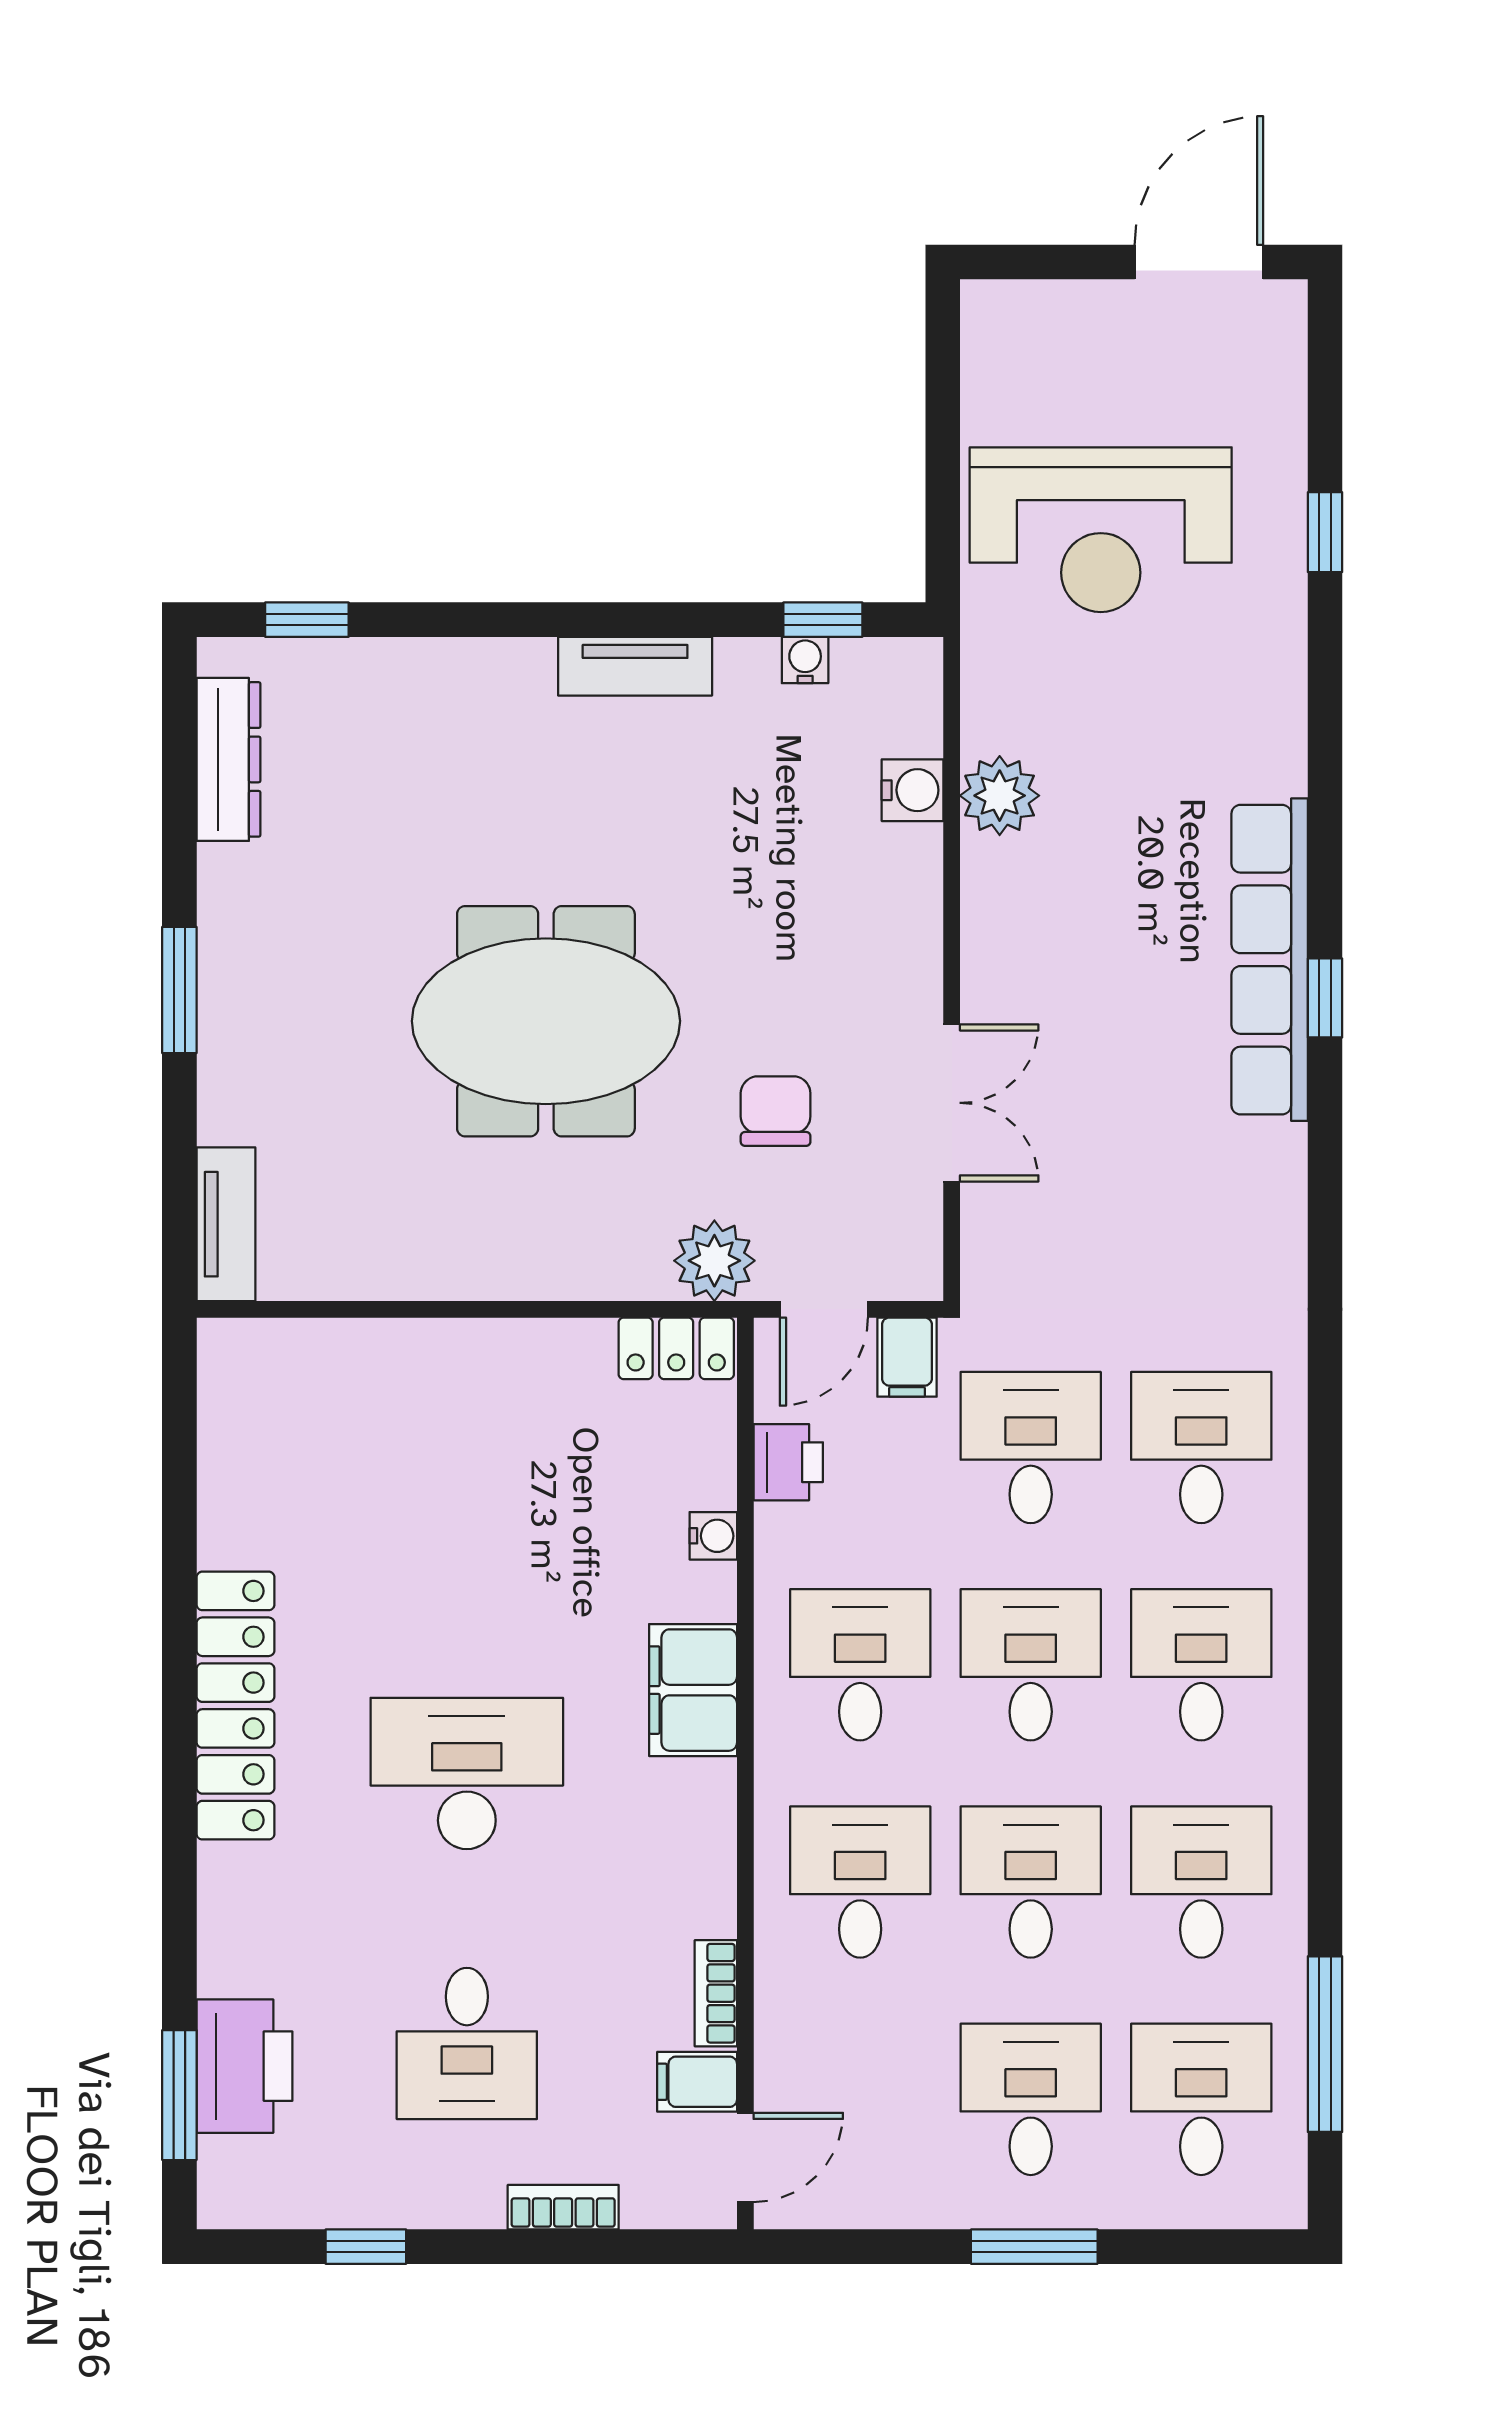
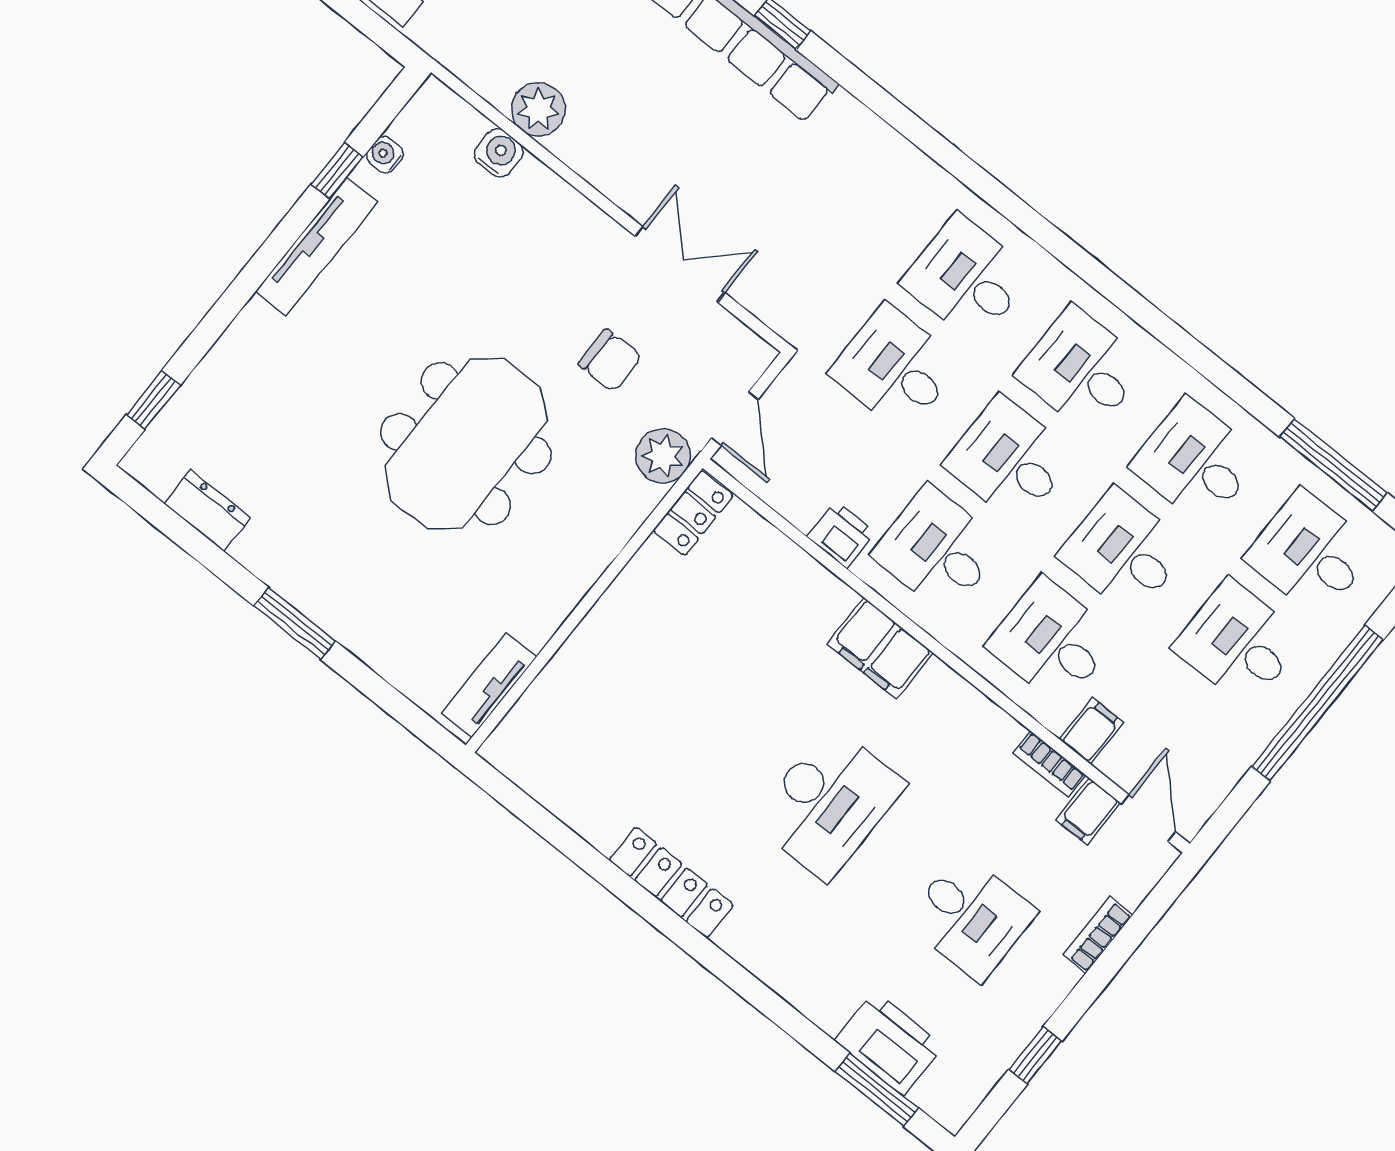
window: (823, 620) -> (337, 171), moved
tv unit: (635, 666) -> (316, 247), width x1.41
dresser: (228, 759) -> (207, 511), width x0.70
chair: (776, 1111) -> (610, 361), turned 180
tv unit: (226, 1224) -> (489, 685), moved, turned -90
filing cabinet: (907, 1357) -> (1091, 731), moved, turned -90
printer: (788, 1462) -> (841, 535), moved
water cooler: (713, 1536) -> (808, 573), removed
locker: (236, 1706) -> (671, 882), width x0.71, depth x0.83
desk: (467, 1773) -> (829, 803), turned 180
window: (1034, 2247) -> (1317, 703), width x2.11

